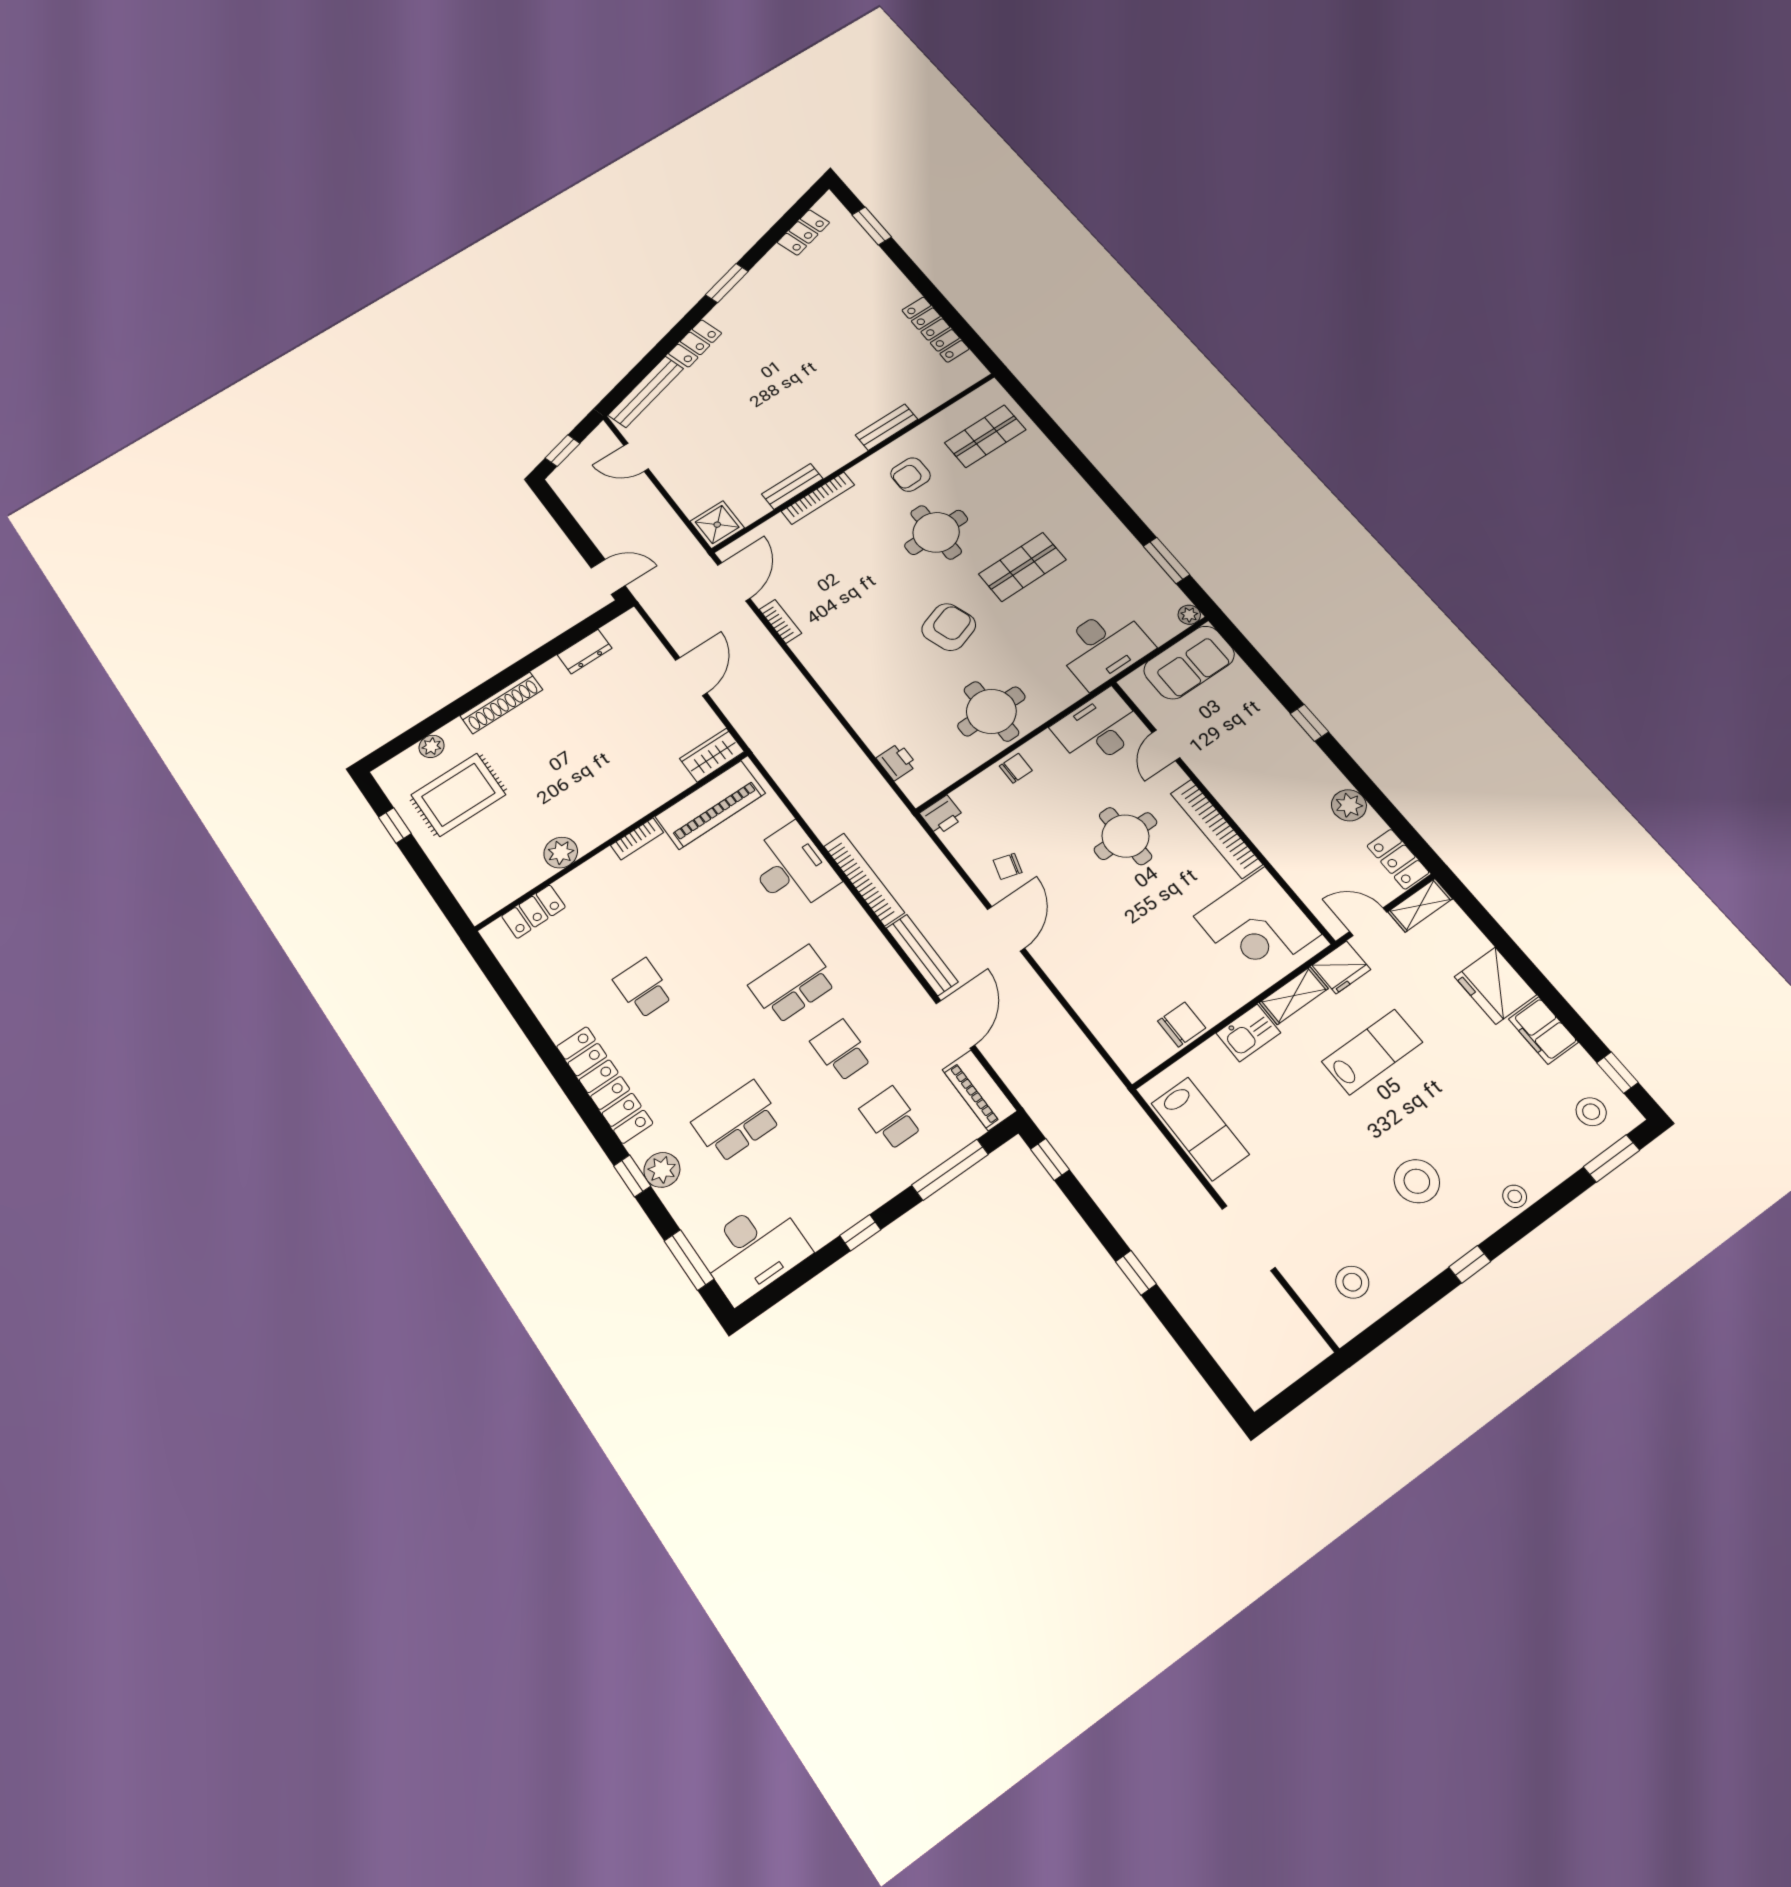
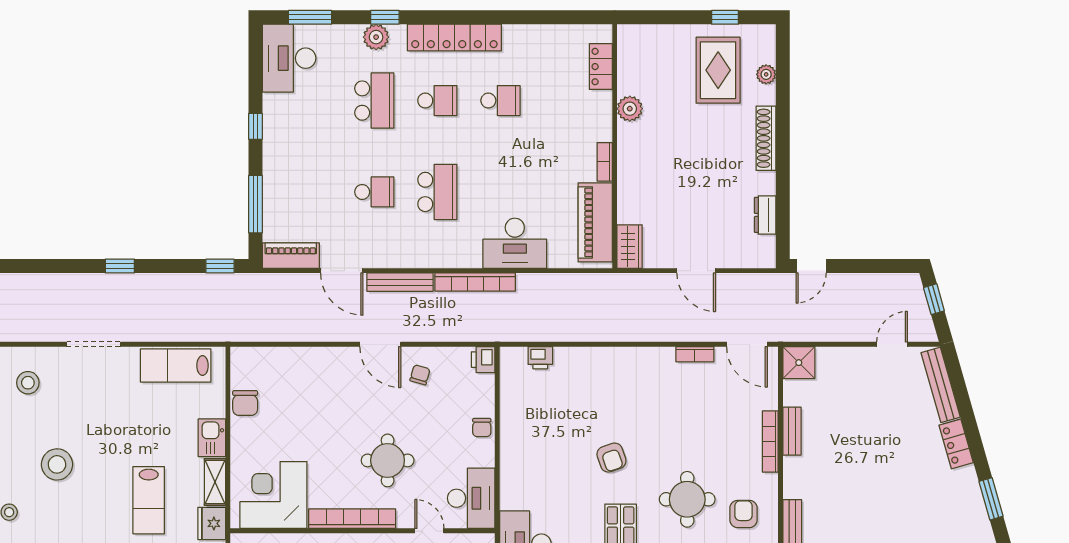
armchair: (949, 627) -> (611, 458), width x0.72, depth x0.72
round table: (991, 711) -> (532, 441), removed
school desk: (891, 1118) -> (437, 101), moved

